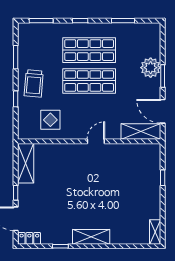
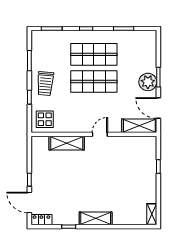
plant: (151, 68) -> (148, 82), moved
display table: (50, 120) -> (45, 119), moved
shelving: (26, 163) -> (67, 143), moved, turned 90

